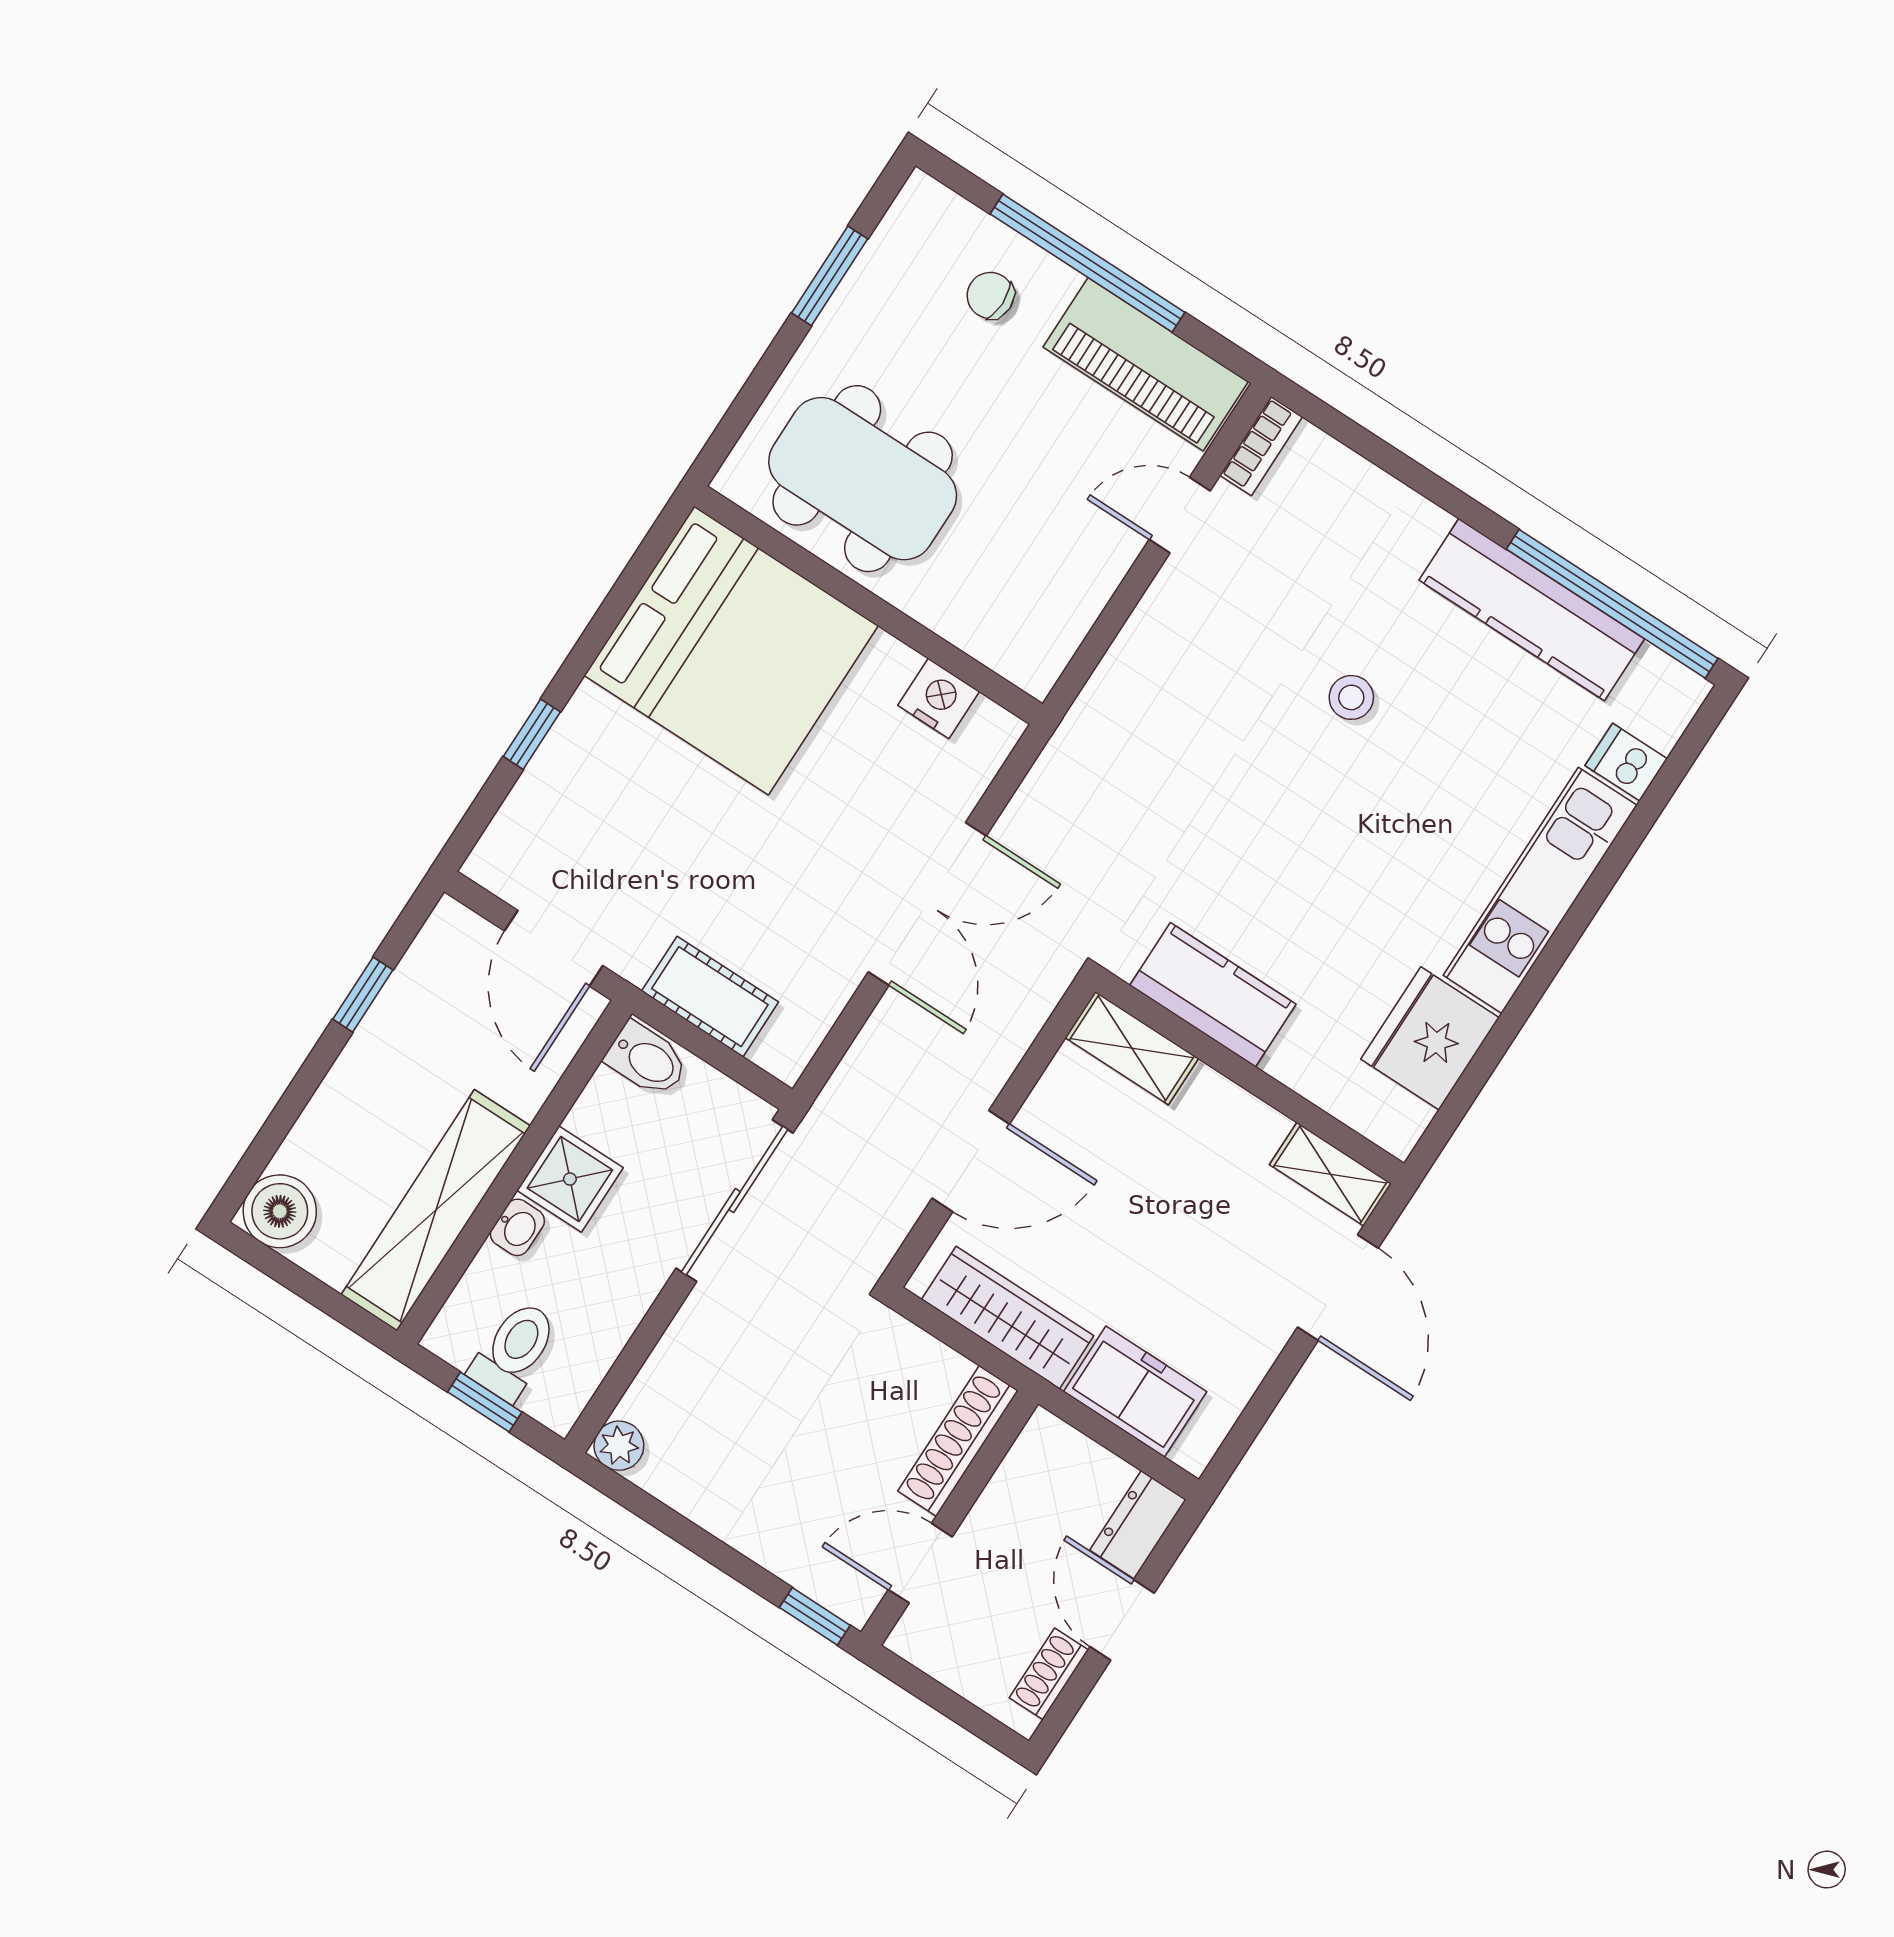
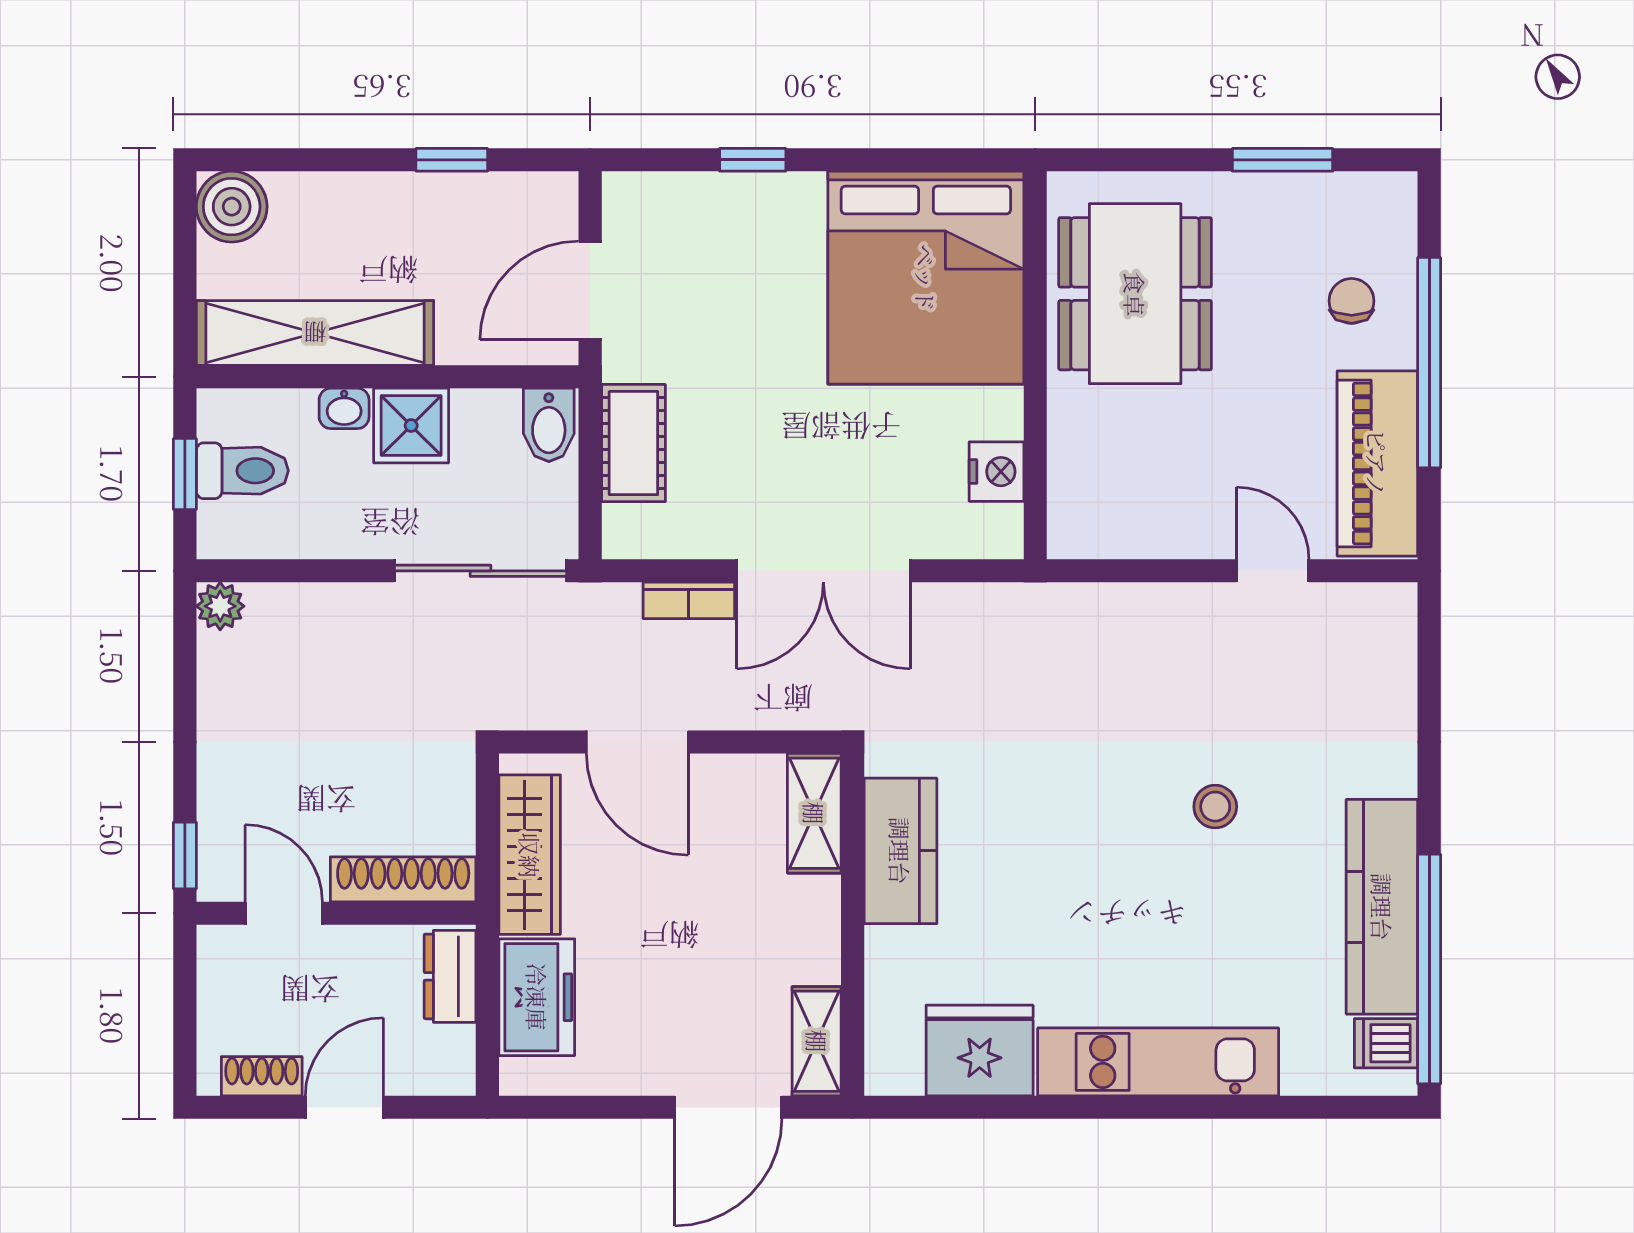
bookcase: (1261, 446) -> (689, 600), moved
dishwasher: (1626, 762) -> (1386, 1043), moved, turned -90
dresser: (1138, 1525) -> (450, 976), moved, turned -90

